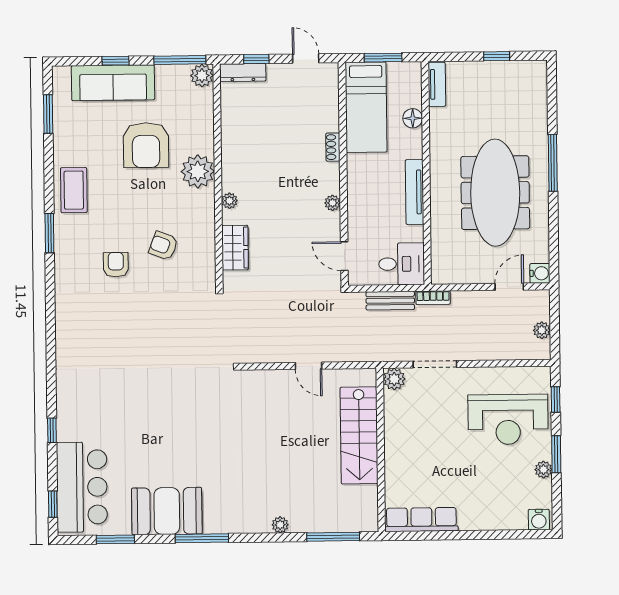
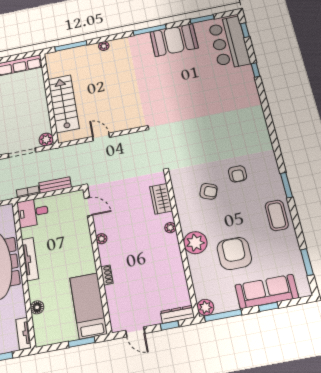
tv unit: (437, 84) -> (23, 333), moved
floor lamp: (413, 118) -> (37, 307), moved
wall: (426, 173) -> (24, 273), moved
tv unit: (415, 192) -> (30, 259), moved
desk: (402, 264) -> (33, 212), moved

